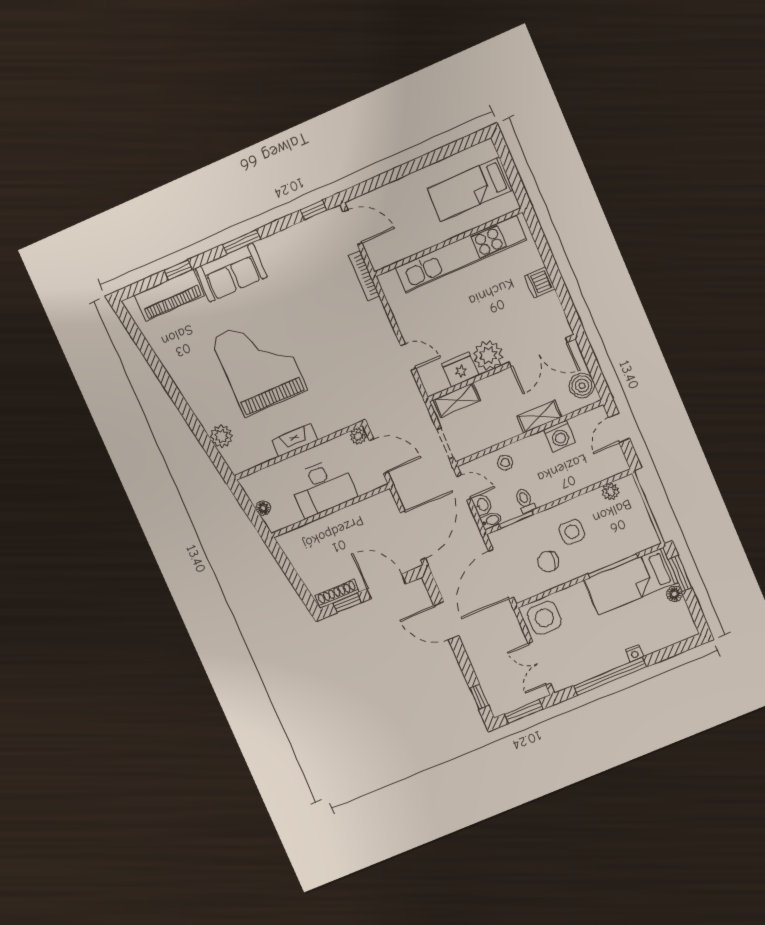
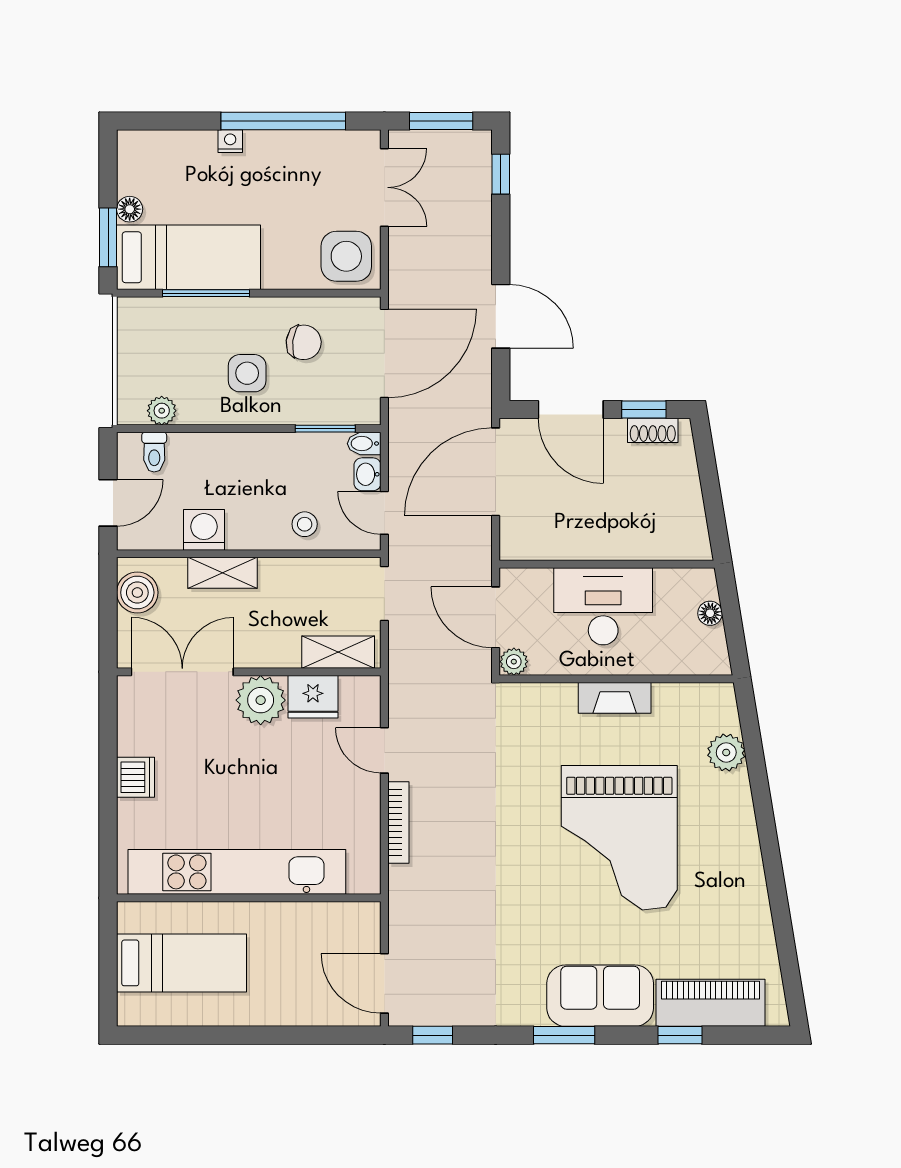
bookcase: (364, 276) -> (398, 823), moved
toilet: (525, 501) -> (154, 452), moved
shoe rack: (337, 594) -> (653, 430), width x0.70

